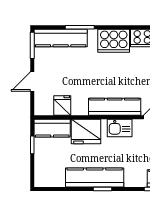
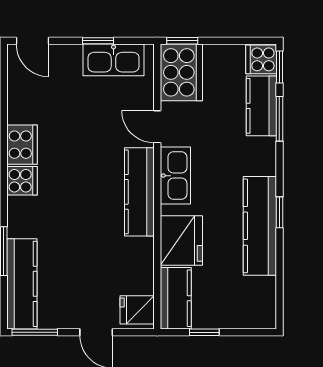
cooker: (114, 41) -> (22, 181), width x0.53, depth x0.76
fridge: (62, 105) -> (137, 310), moved
kitchen sink: (120, 128) -> (175, 176), width x1.38

